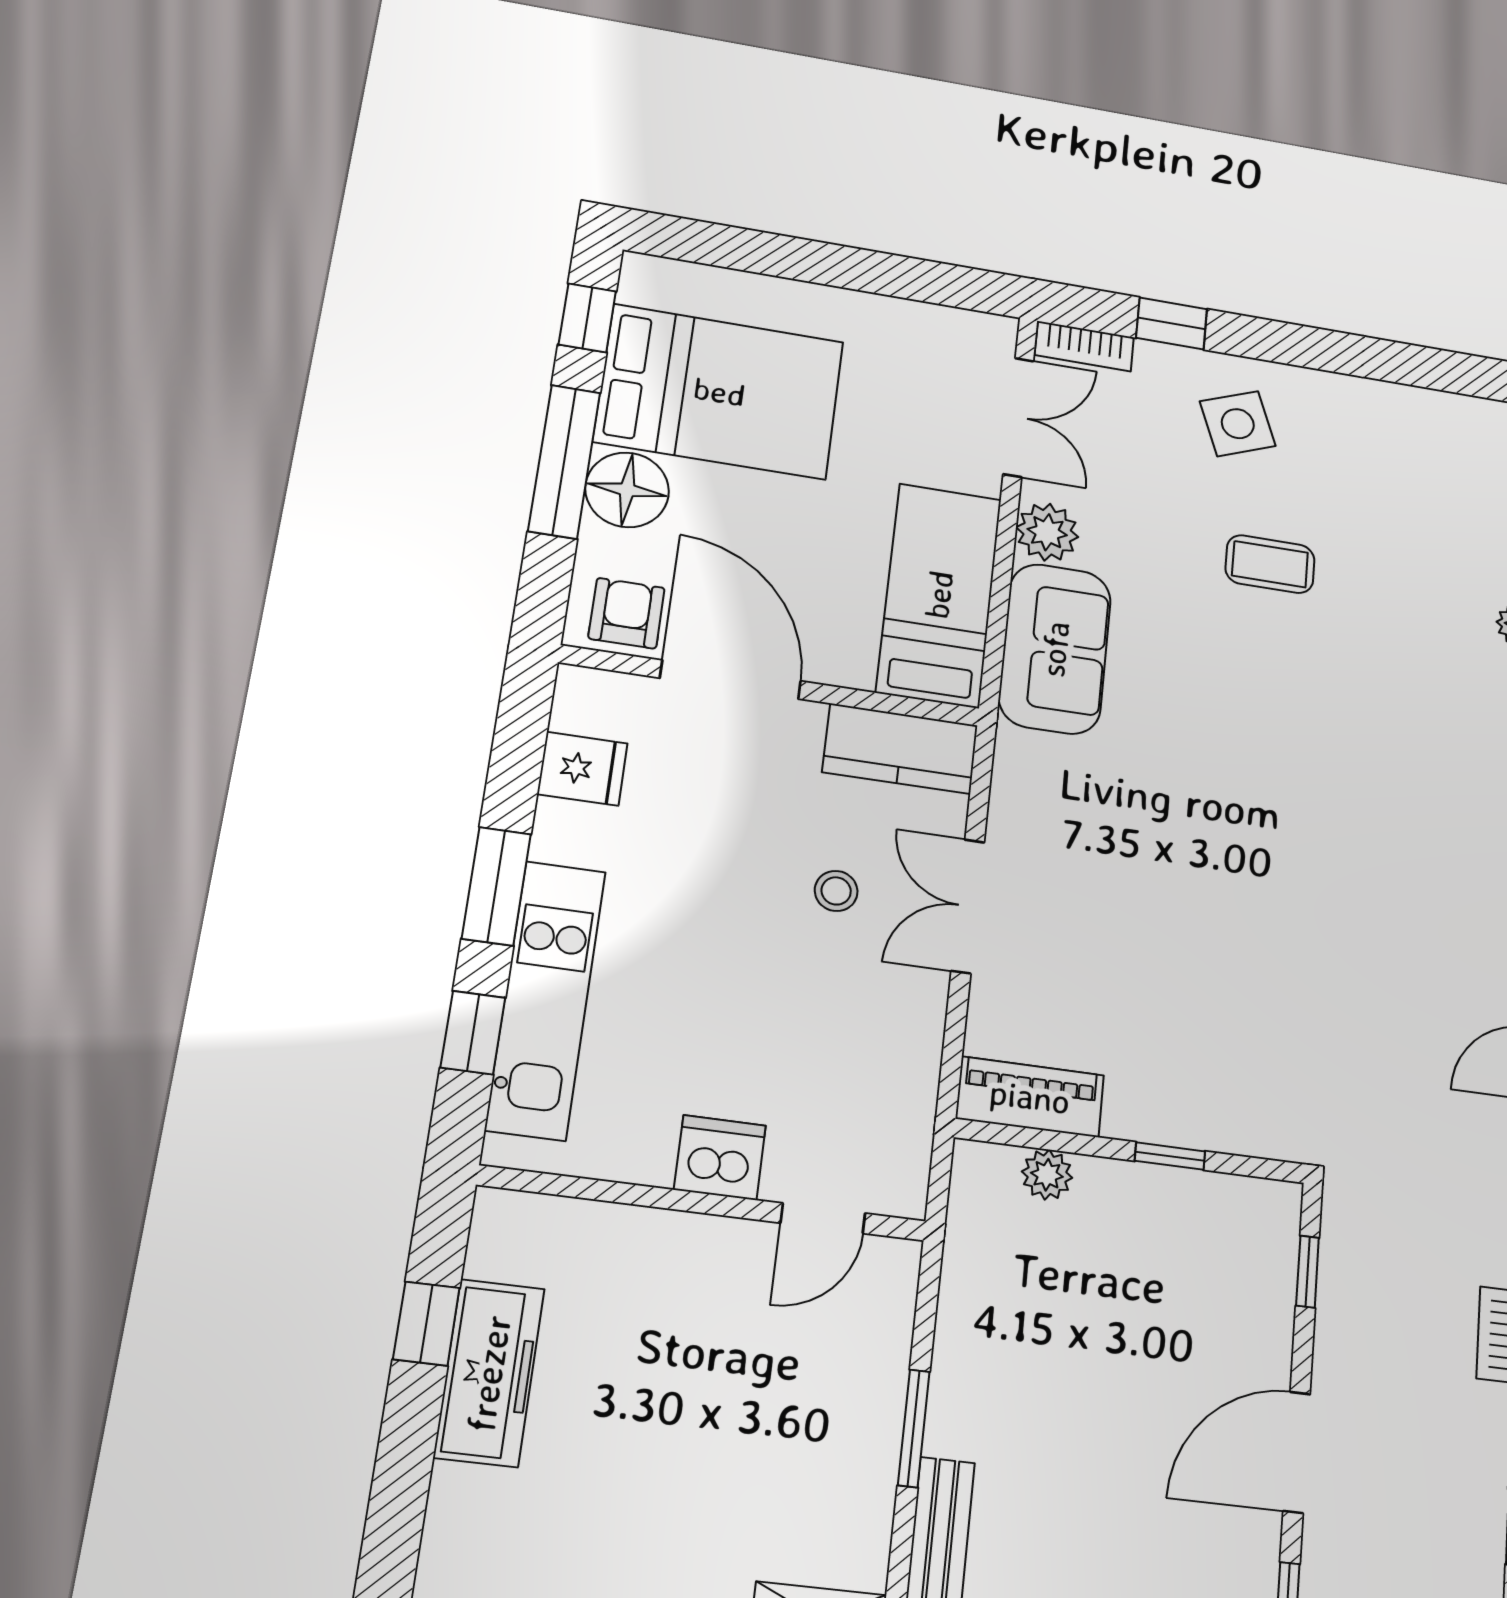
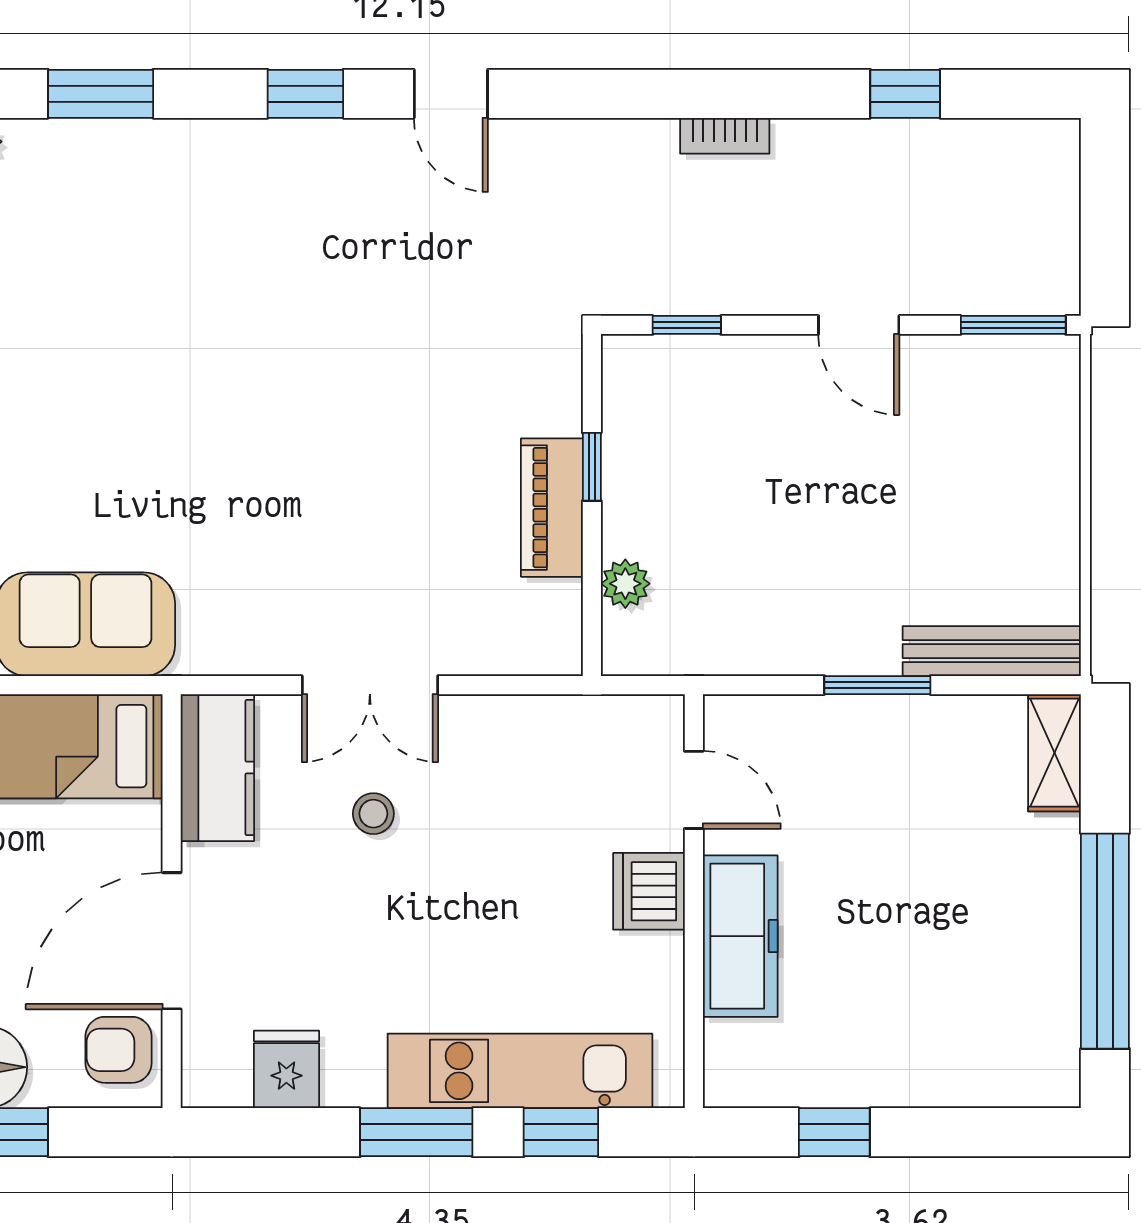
piano: (1030, 1097) -> (552, 508), moved
freezer: (489, 1373) -> (740, 936), moved, turned 90
door: (1297, 1452) -> (859, 325), width x0.73

